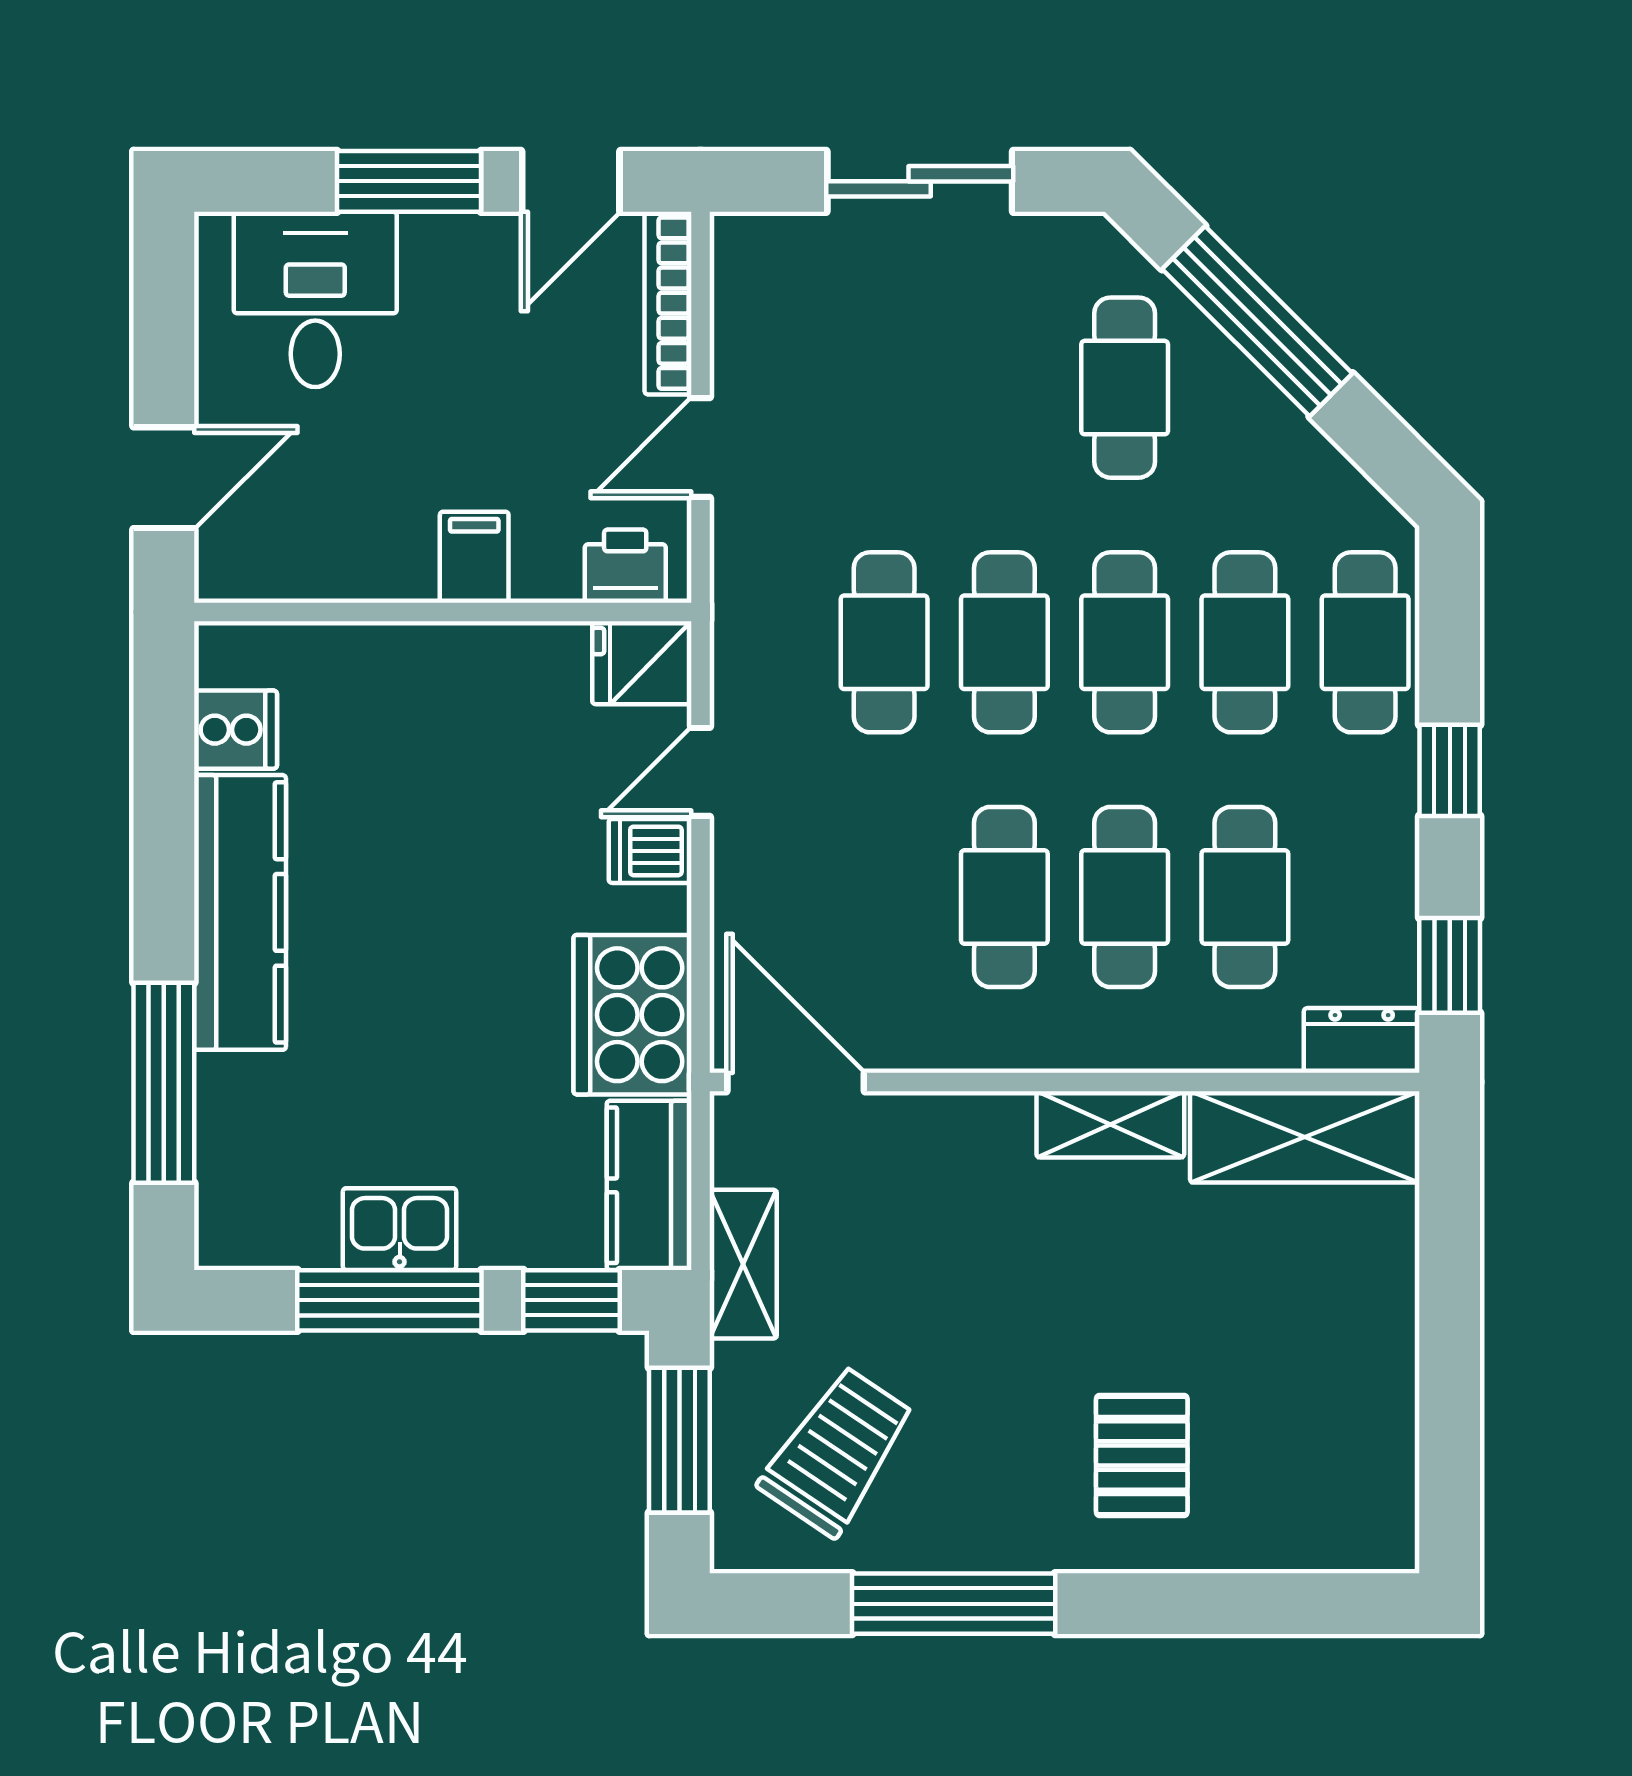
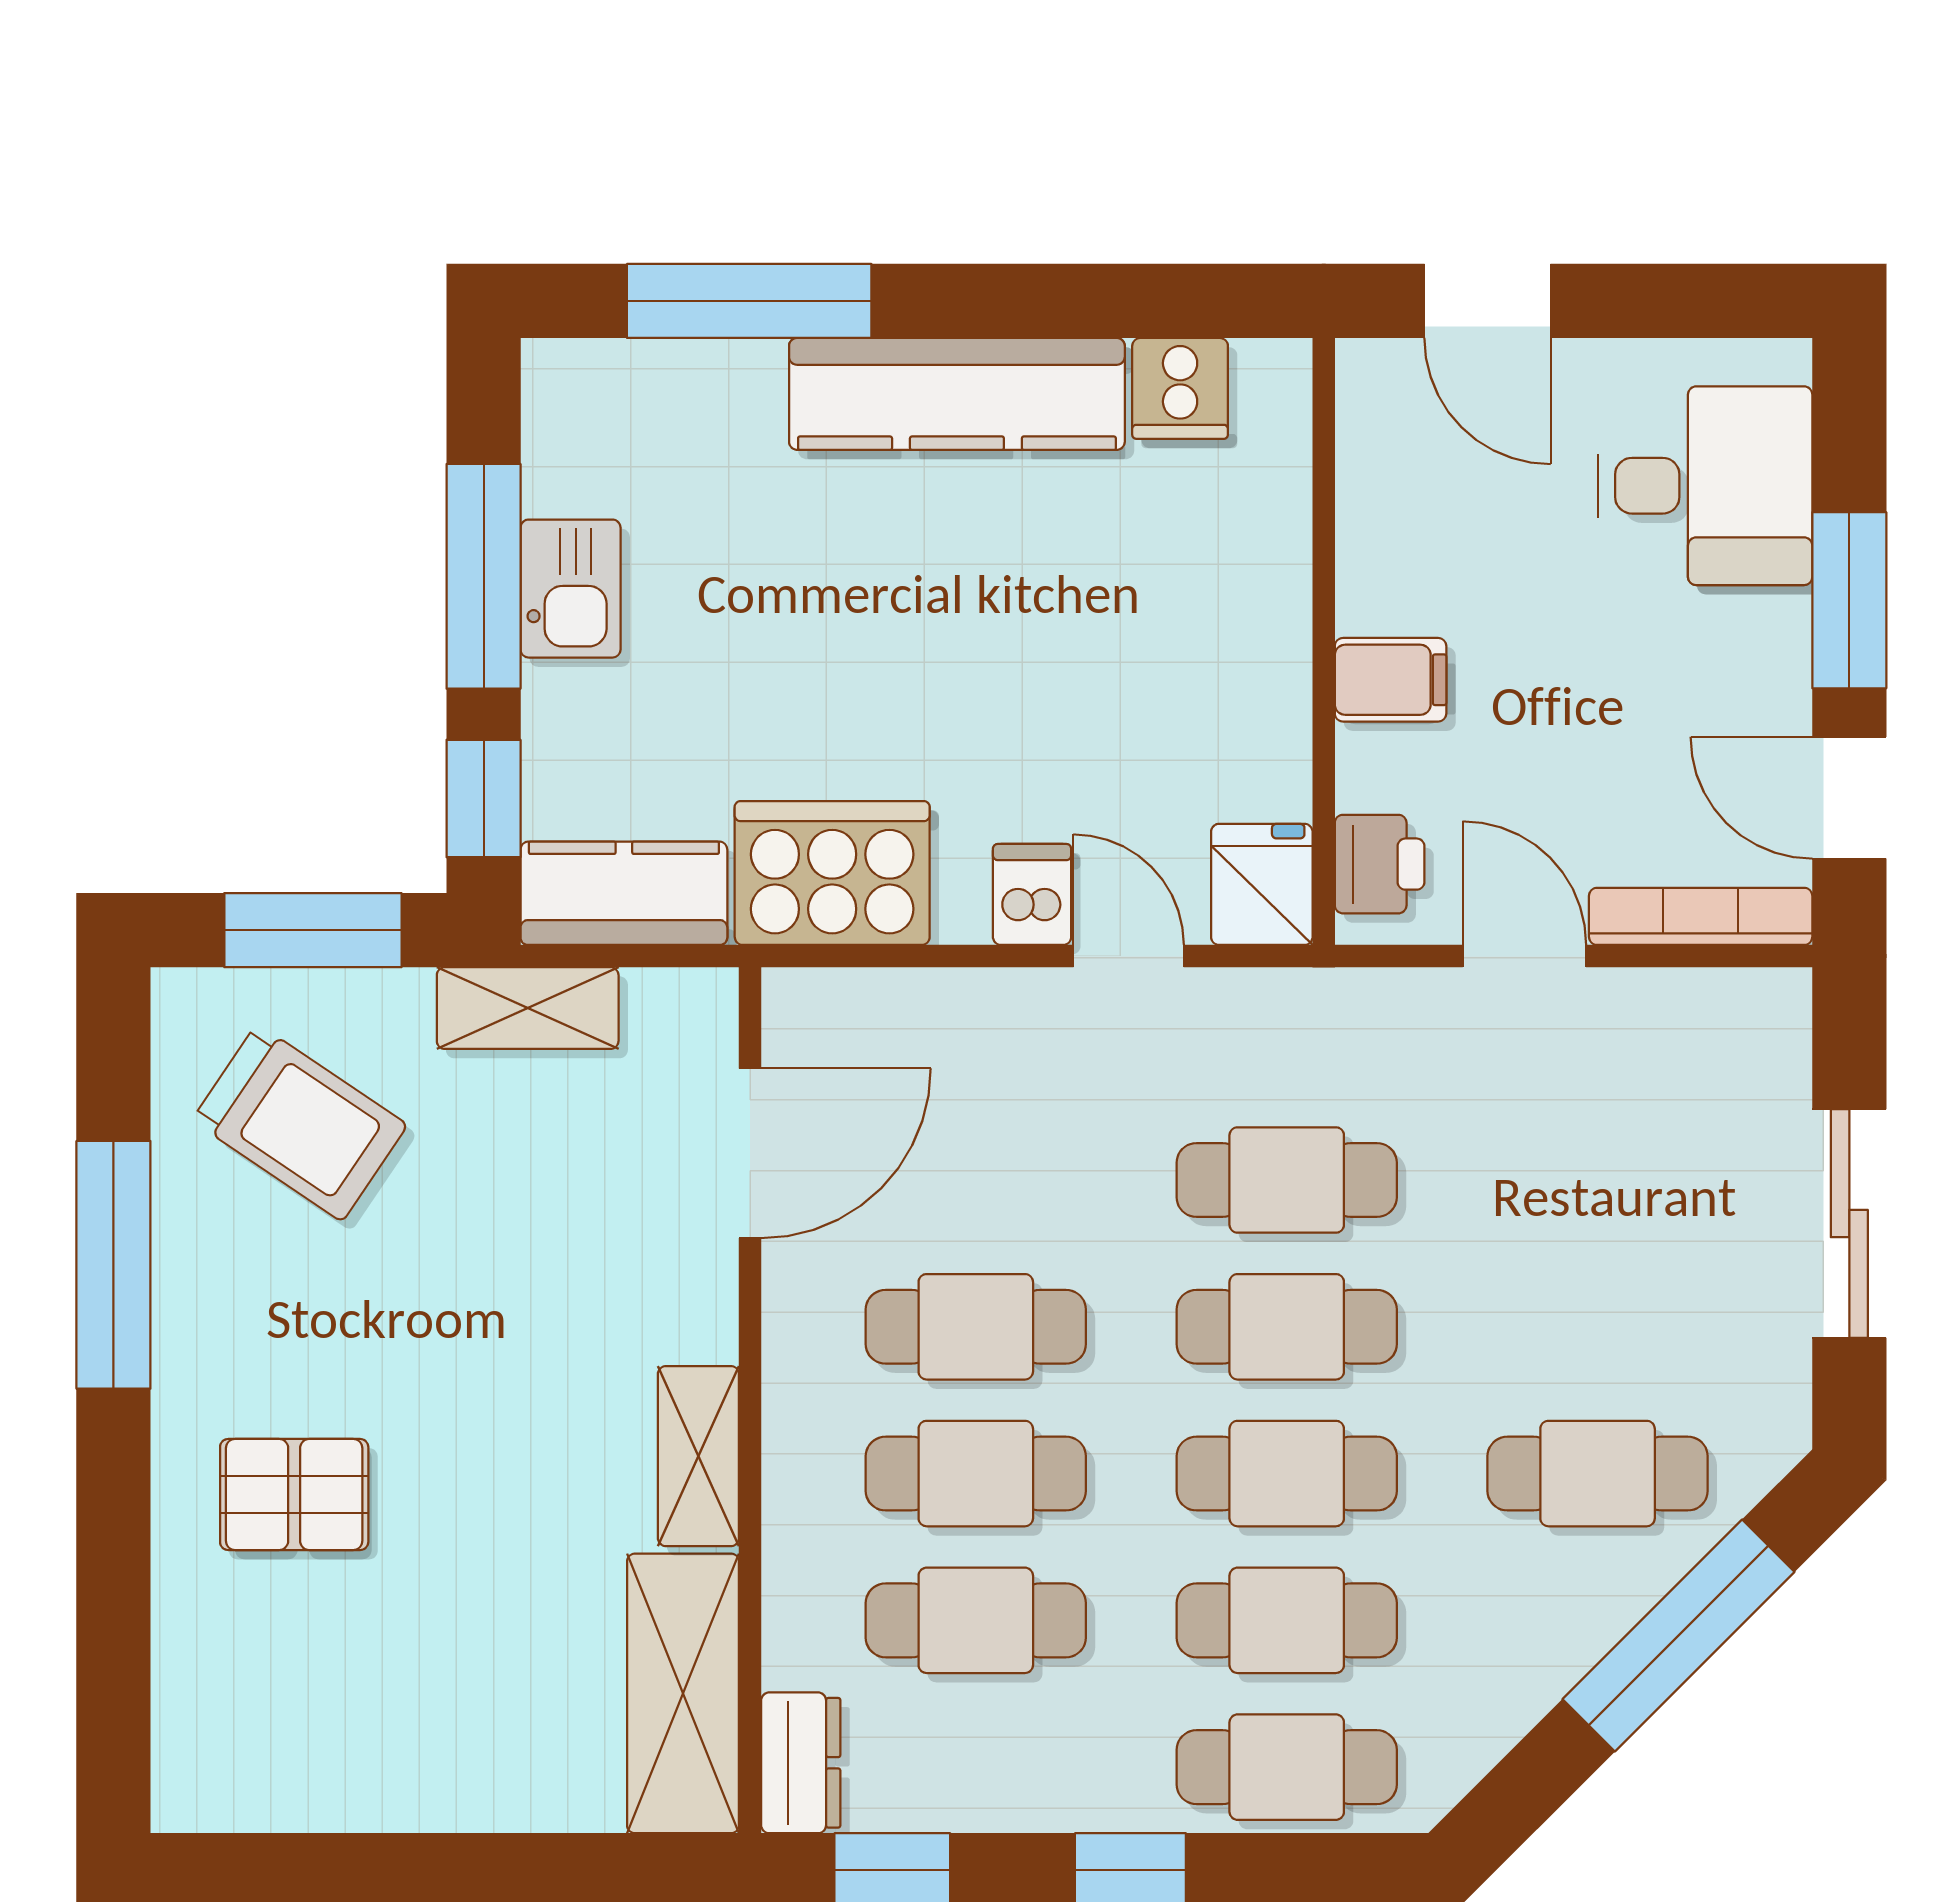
door: (796, 1082) -> (750, 1153), moved

